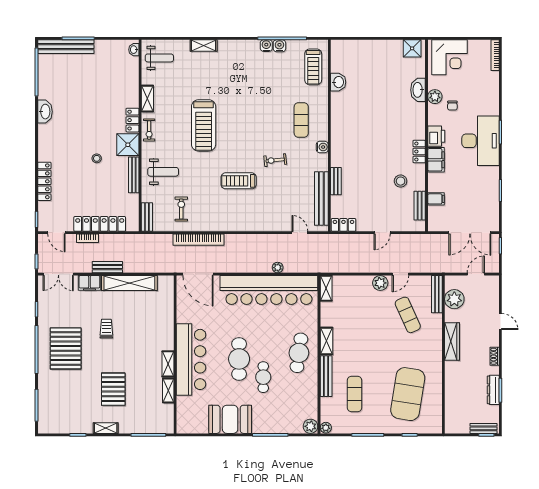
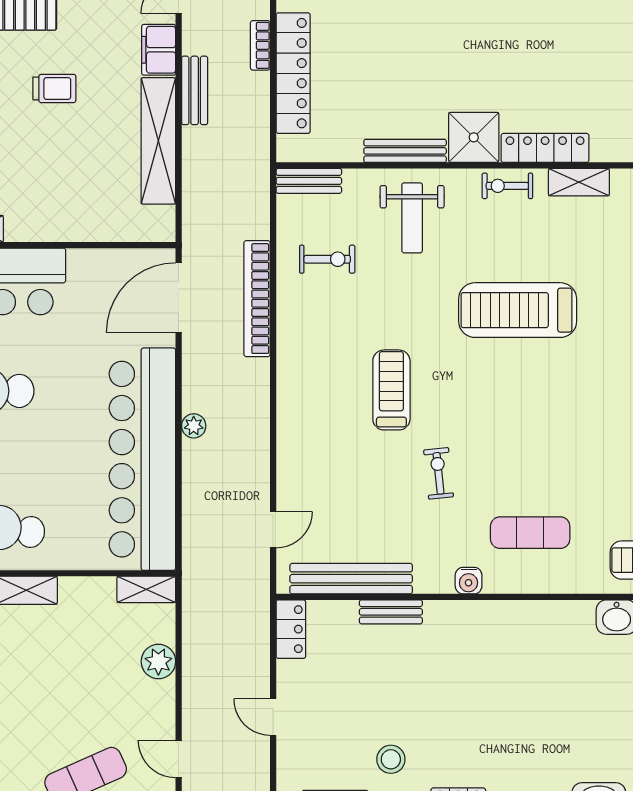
locker: (132, 120) -> (545, 148), width x1.53
stool: (97, 158) -> (443, 66), removed
plant: (278, 268) -> (194, 426), moved
plant: (380, 283) -> (158, 661), moved

